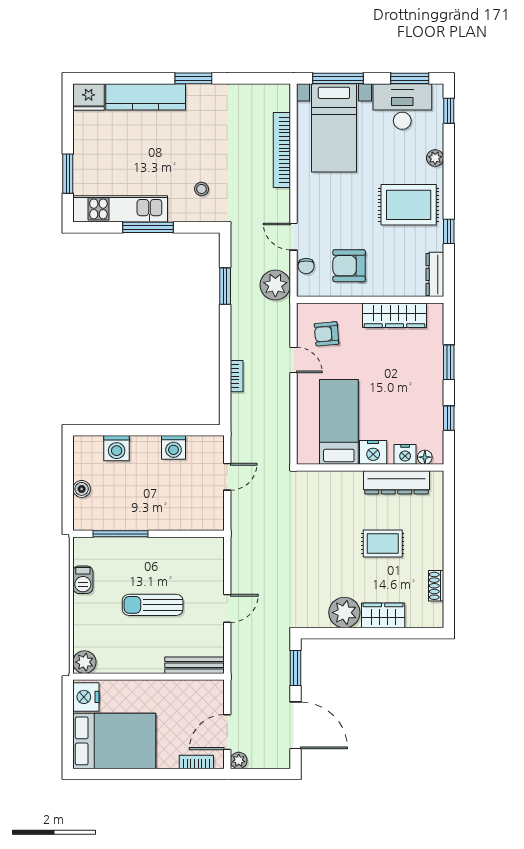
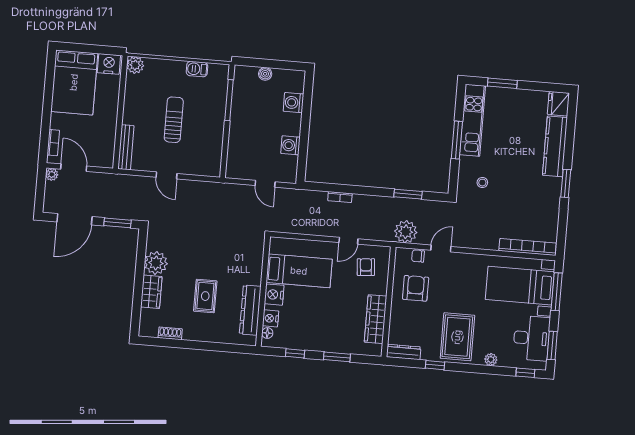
bookcase: (282, 150) -> (528, 247), moved

